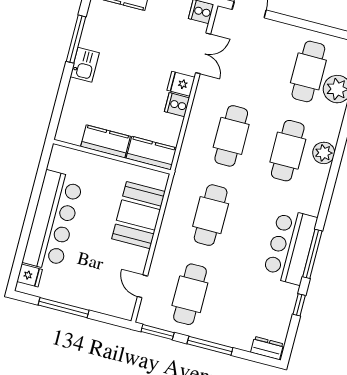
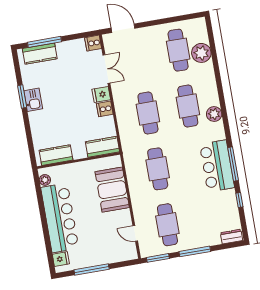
window: (76, 39) -> (22, 97), width x0.69
kitchen sink: (85, 65) -> (33, 100), moved
kitchen counter: (106, 141) -> (56, 155), moved
plant: (324, 153) -> (214, 114), moved
plant: (56, 162) -> (45, 180), added

